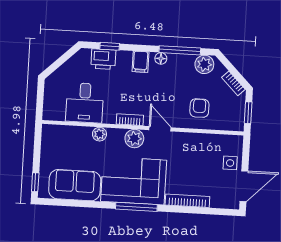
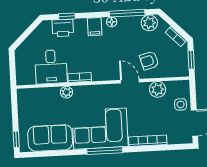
armchair: (199, 108) -> (149, 61), turned -105
bookcase: (130, 120) -> (80, 78), moved
door: (160, 129) -> (130, 81), moved
plant: (134, 139) -> (158, 89), moved

